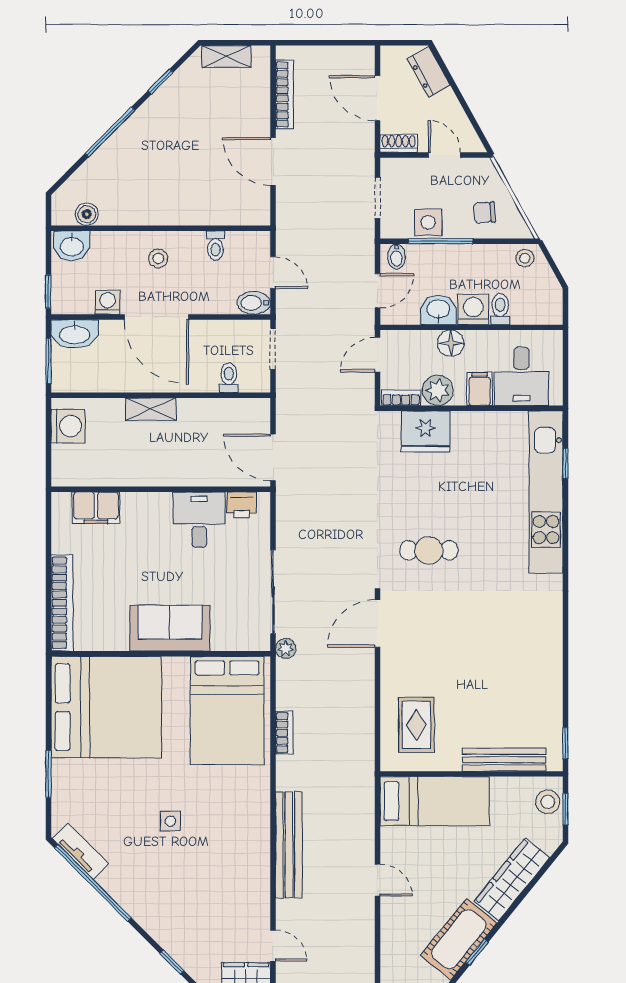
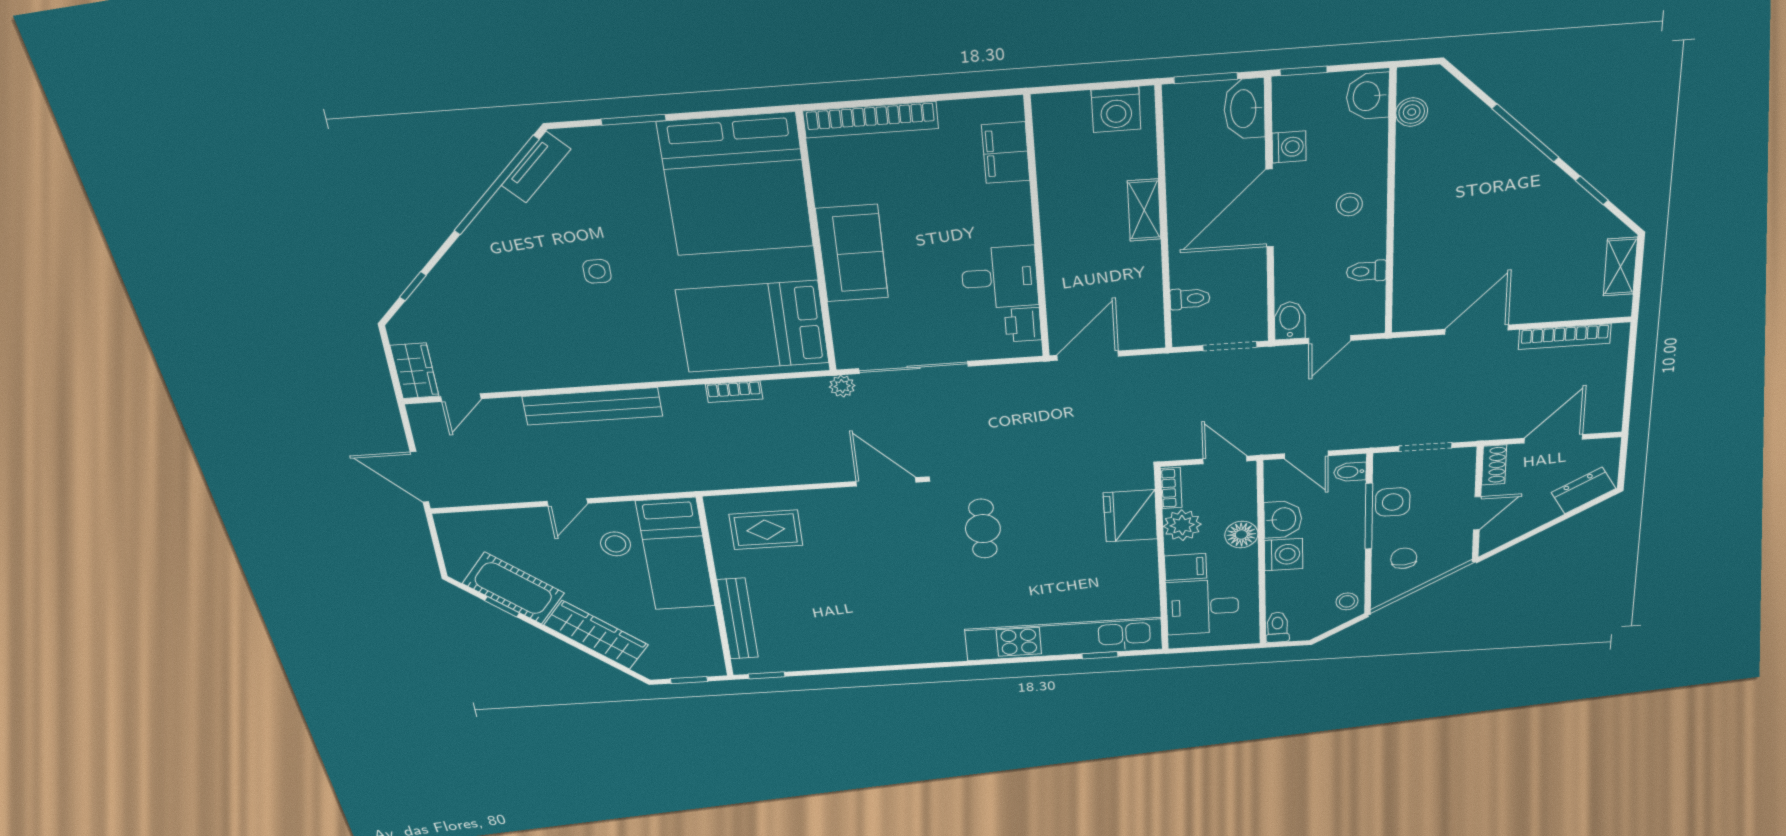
toilet: (500, 309) -> (1278, 627), moved, turned -90
stool: (548, 802) -> (616, 544), moved

